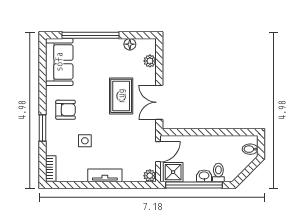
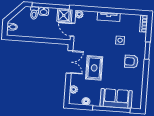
sofa: (59, 62) -> (116, 98), moved, turned 90
door: (158, 152) -> (73, 30), hinge flipped

